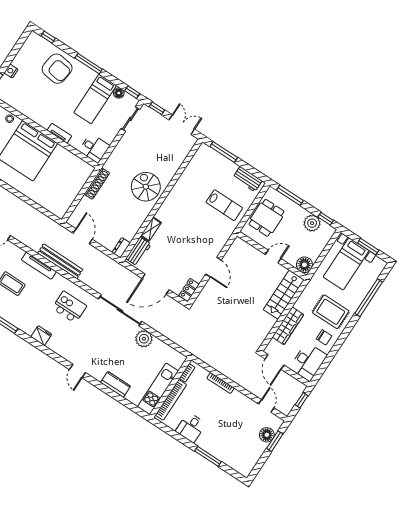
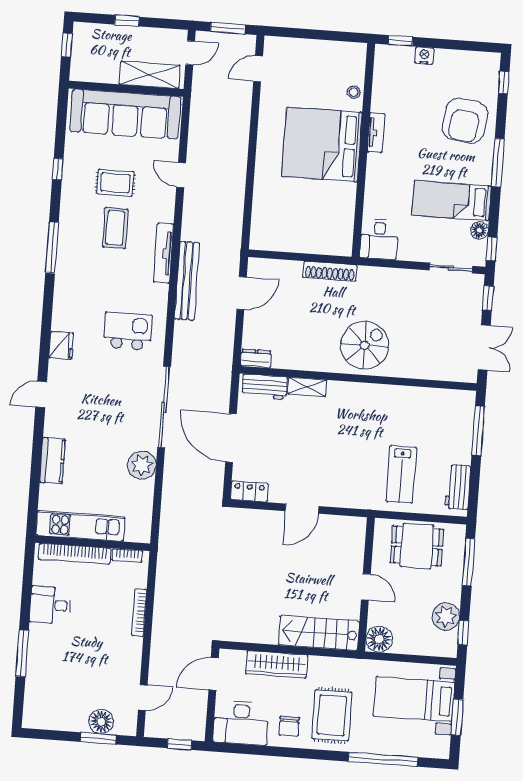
tv unit: (59, 133) -> (376, 133), moved
kitchen island: (69, 307) -> (128, 331), turned -90
fridge: (41, 336) -> (61, 345), moved

